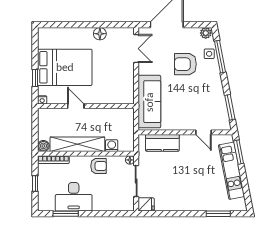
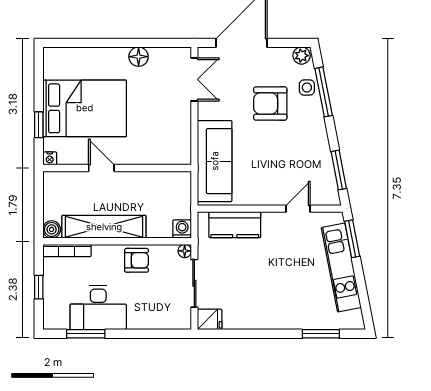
door: (203, 132) -> (298, 209), swing flipped
washing machine: (112, 146) -> (182, 229), moved

